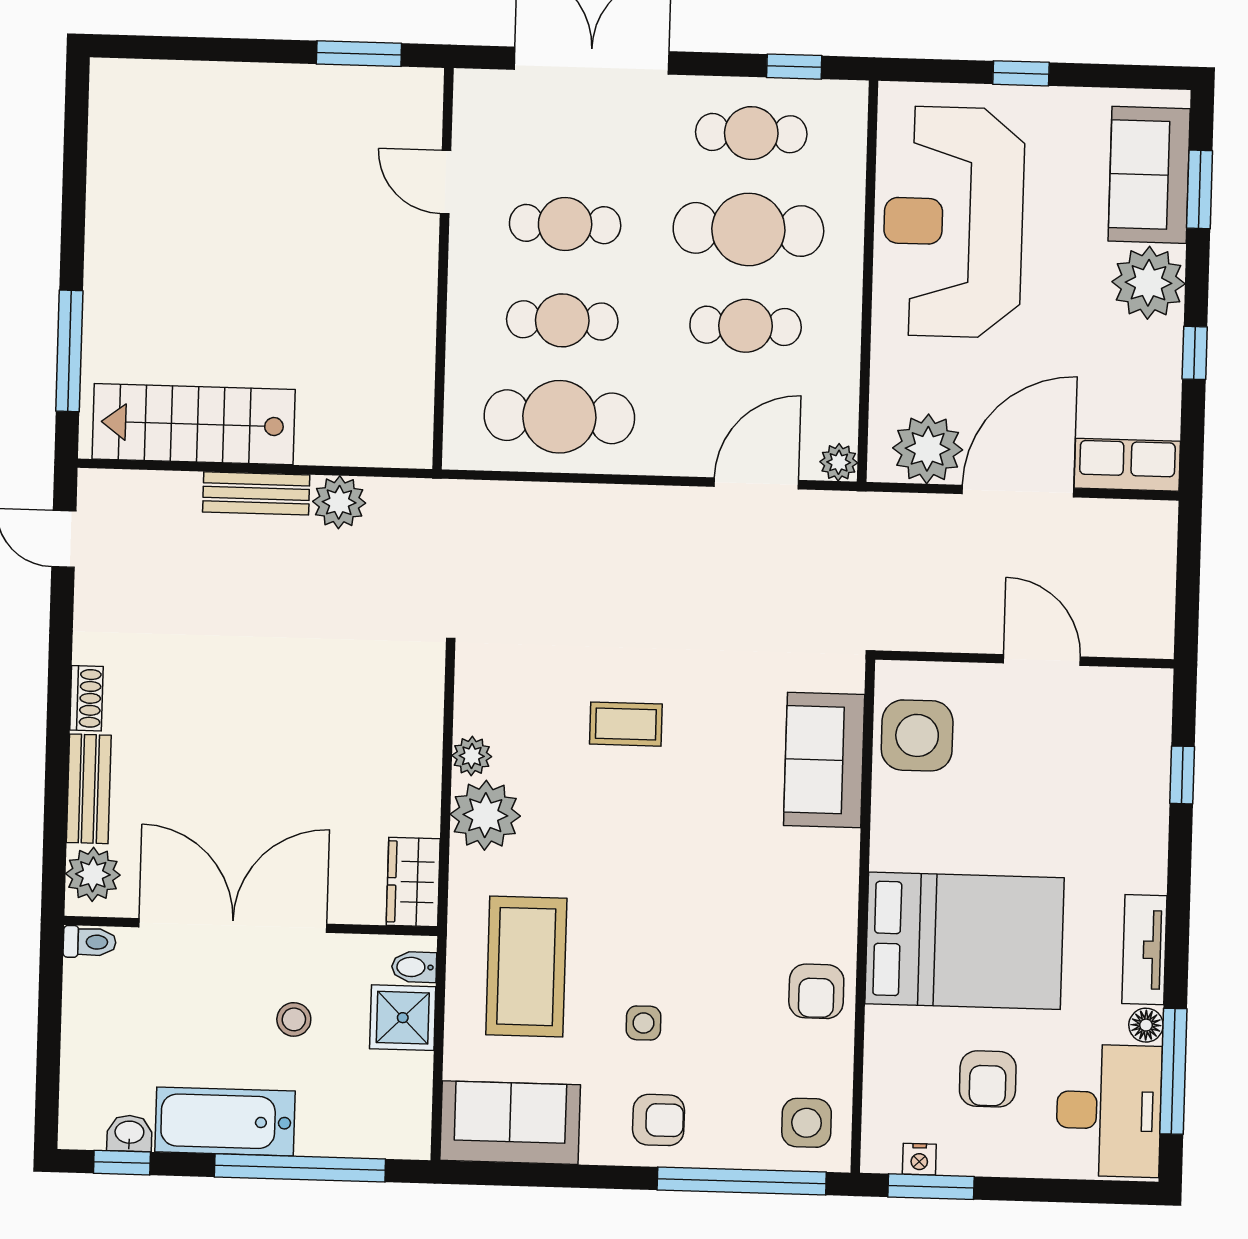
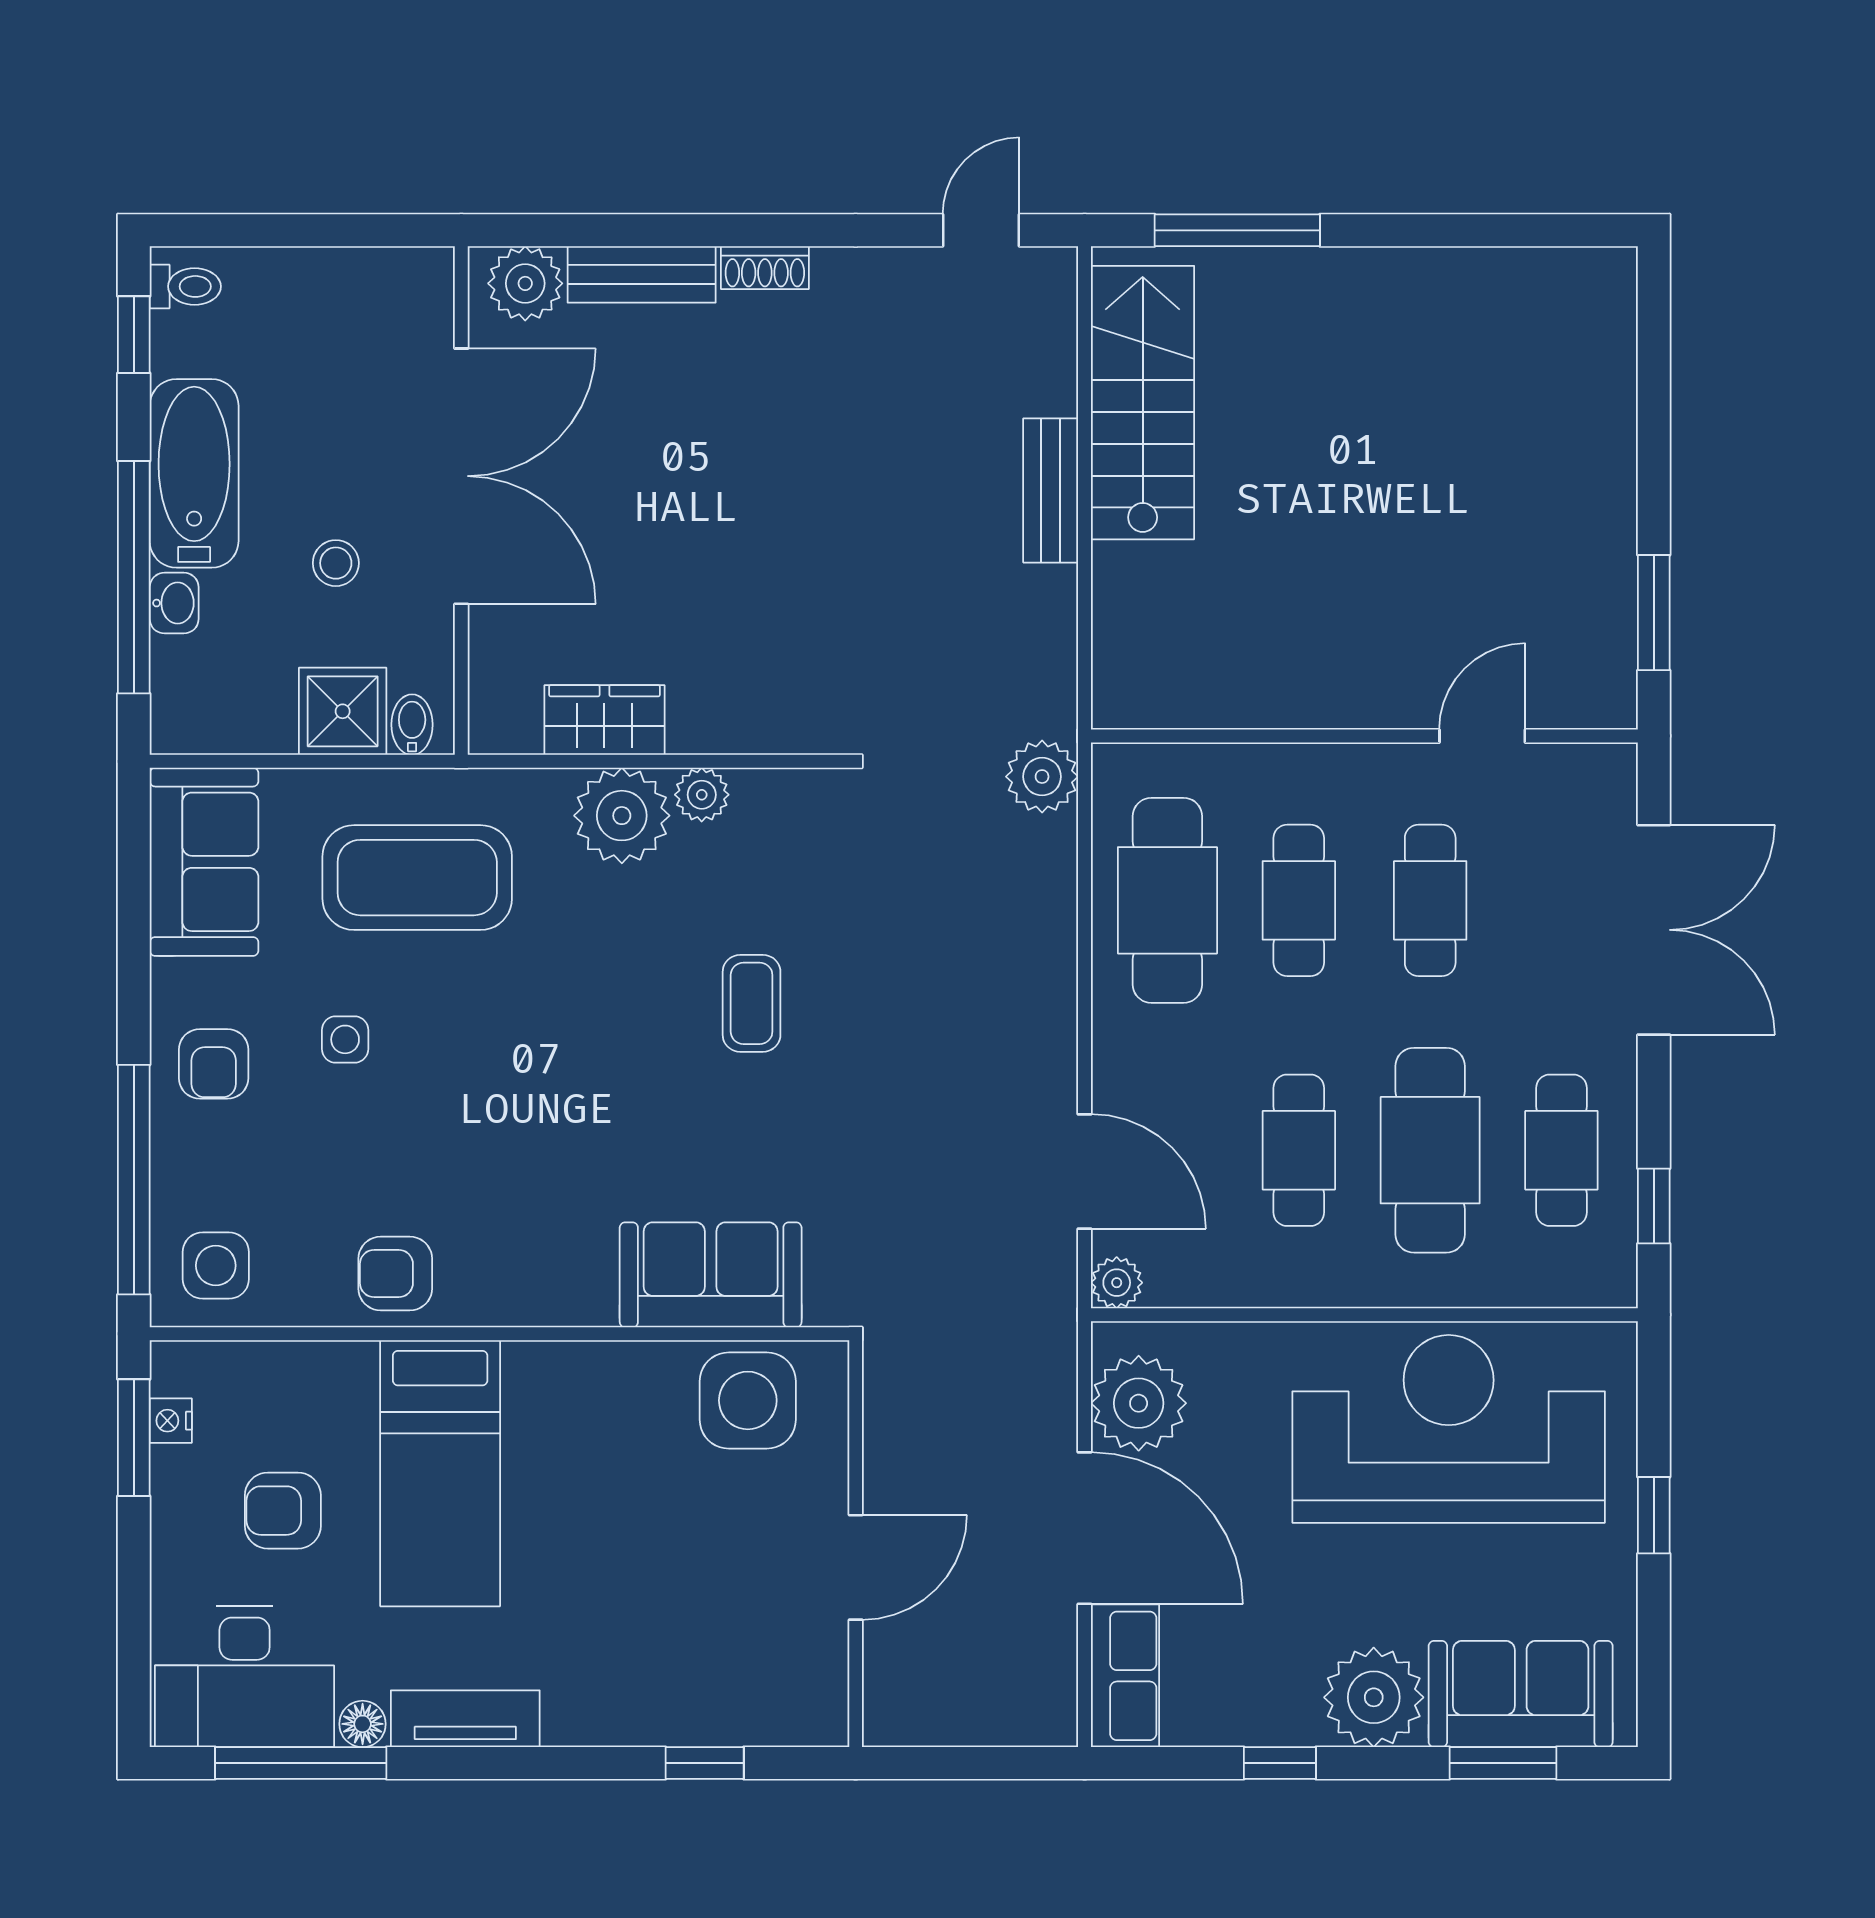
plant: (339, 502) -> (1042, 777), moved
wardrobe: (413, 882) -> (604, 720), moved
bed: (964, 941) -> (440, 1473), width x0.67
toilet: (90, 942) -> (185, 286), moved, turned -90
washbasin: (129, 1133) -> (174, 603), moved

